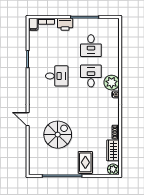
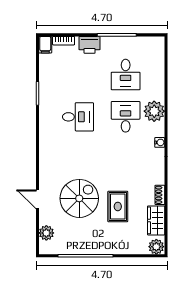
plant: (112, 83) -> (154, 111), moved
door: (28, 119) -> (37, 199), moved
plant: (34, 159) -> (46, 233), added
rug: (85, 162) -> (118, 206), moved

